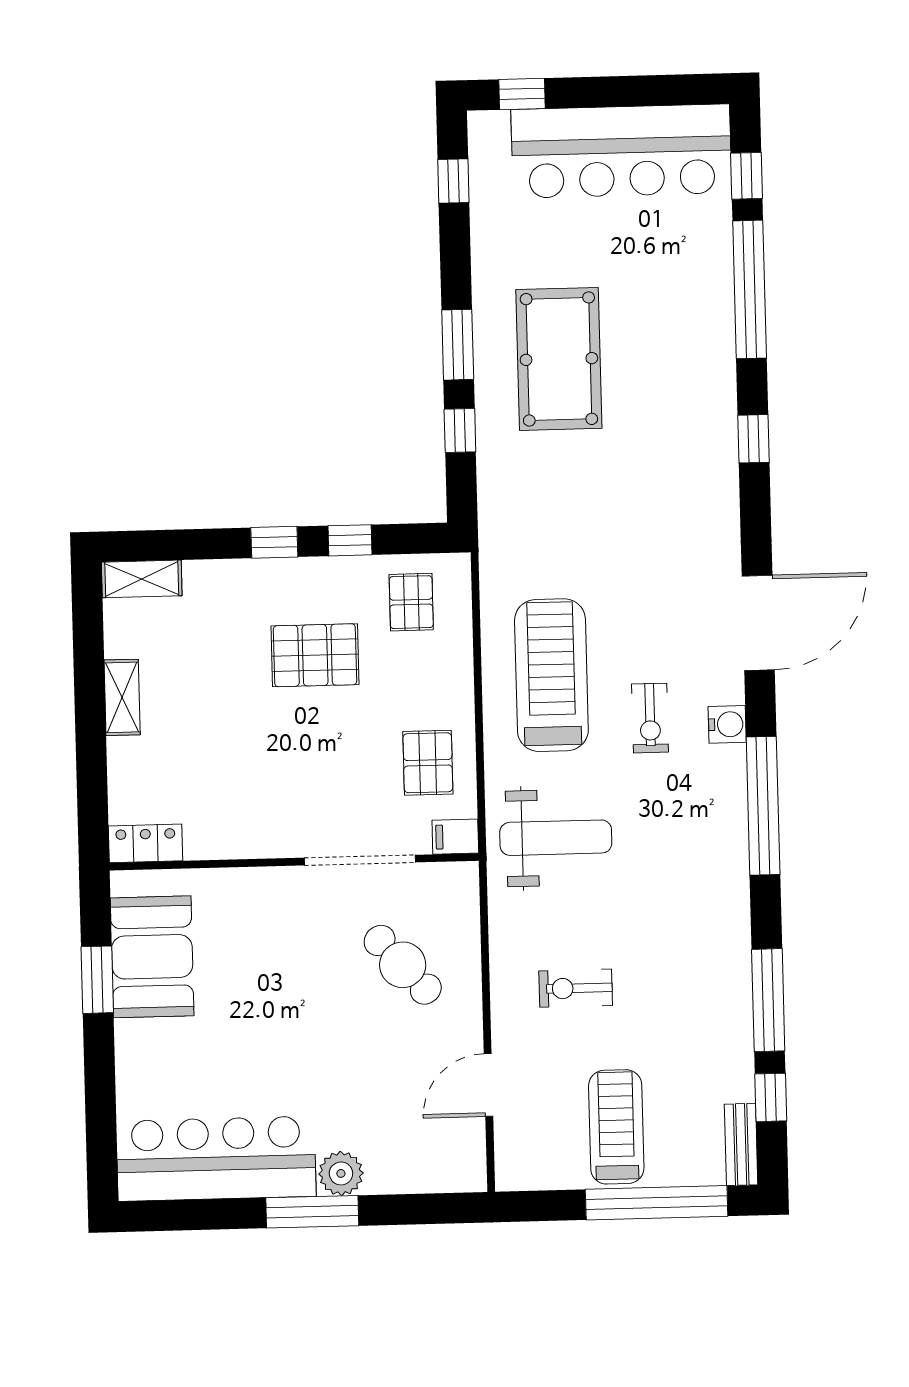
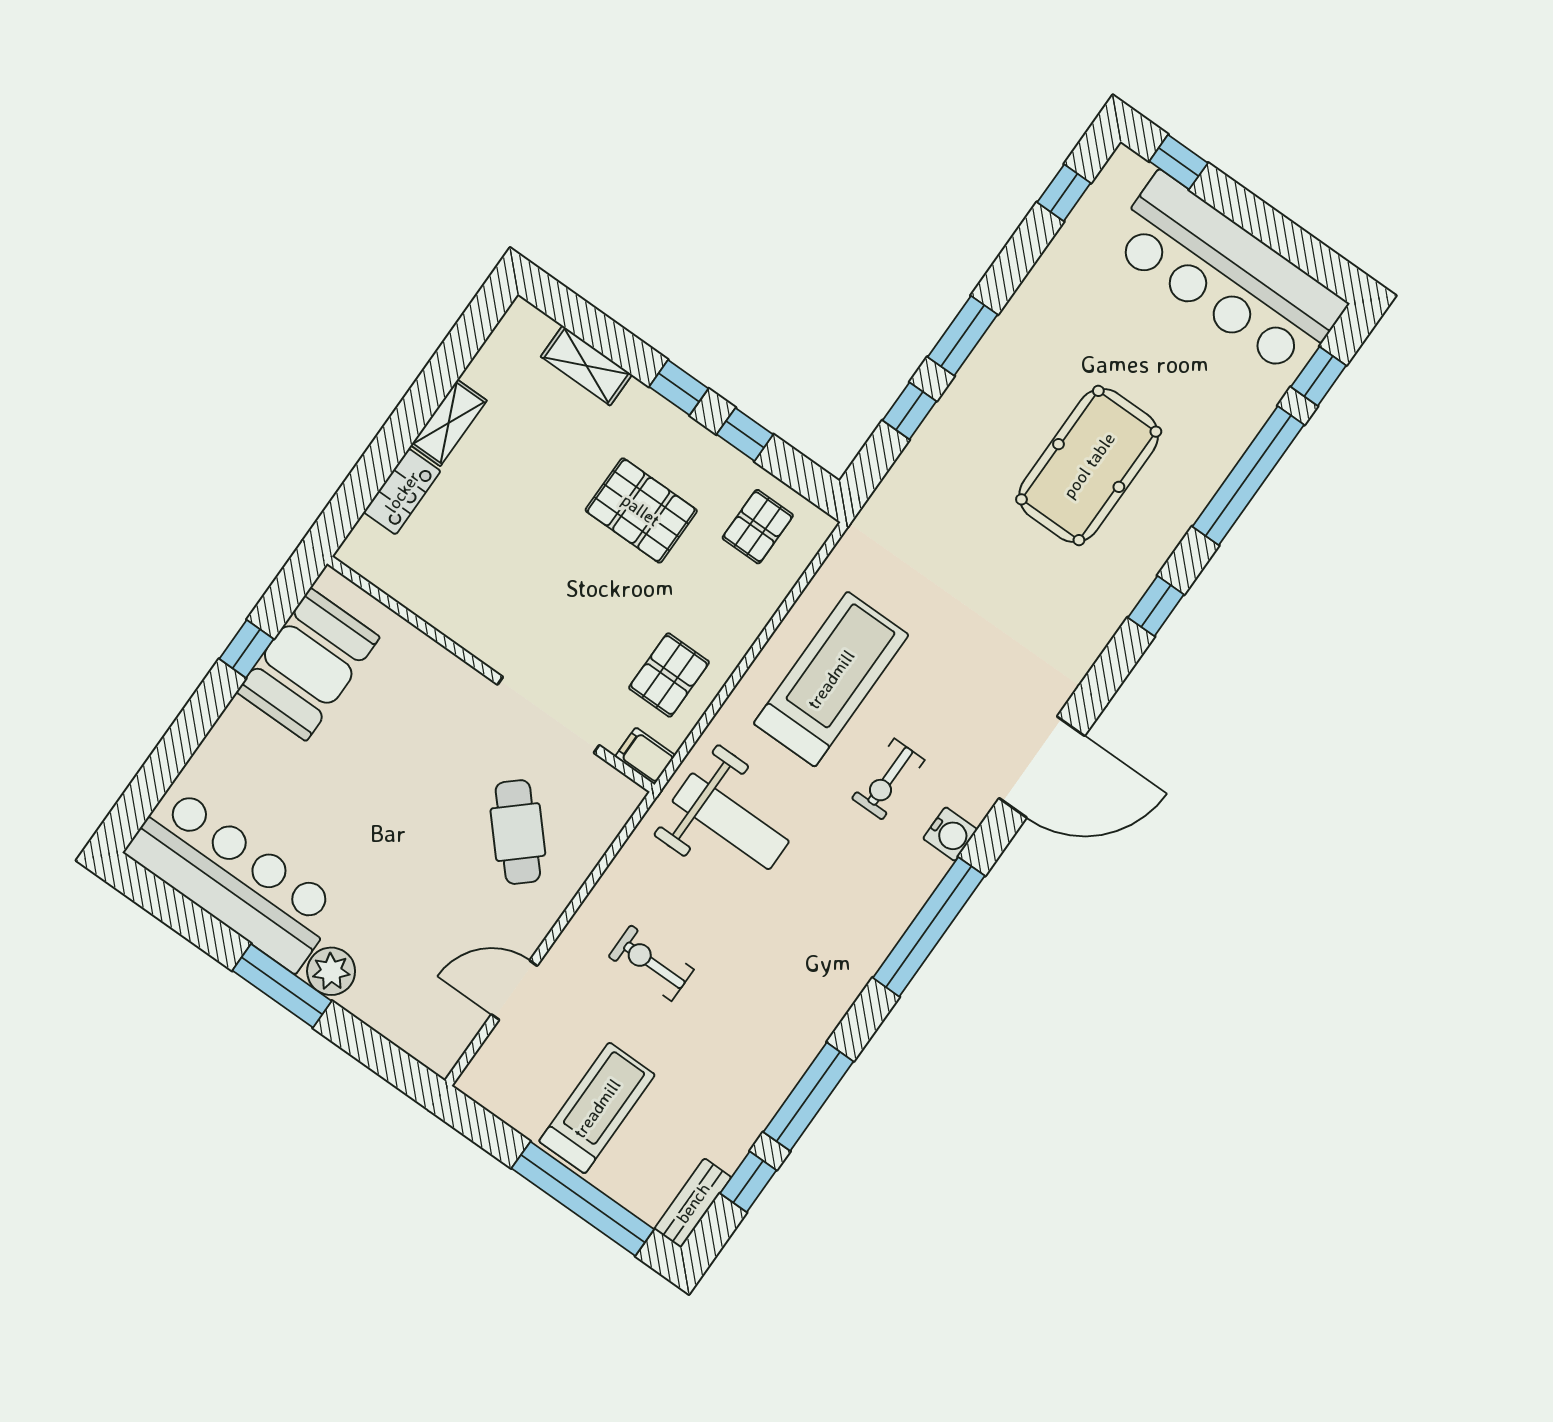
pool table: (559, 359) -> (1089, 465), moved
shelving: (142, 579) -> (586, 366), moved
locker: (146, 843) -> (402, 492), moved, turned 90
window: (97, 980) -> (246, 649), width x0.67

